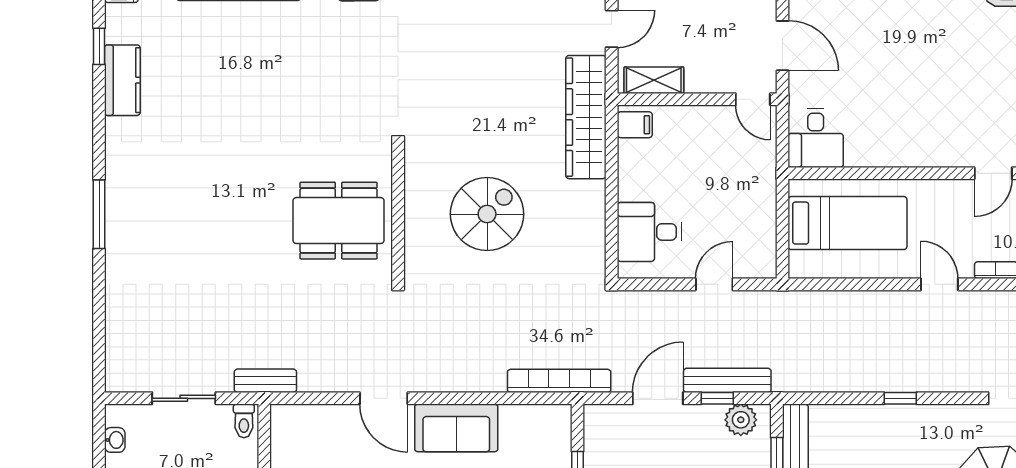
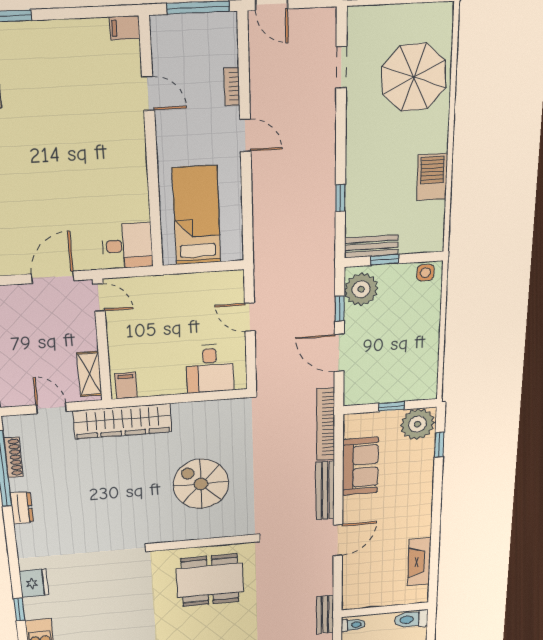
door: (753, 99) -> (99, 298), hinge flipped
dining table: (339, 221) -> (210, 580), turned 90
door: (939, 284) -> (245, 135), swing flipped
bench: (727, 380) -> (325, 491), moved
window: (900, 398) -> (340, 198), moved
plant: (741, 420) -> (361, 289), width x1.36, depth x1.36
sofa: (456, 428) -> (360, 466), moved

